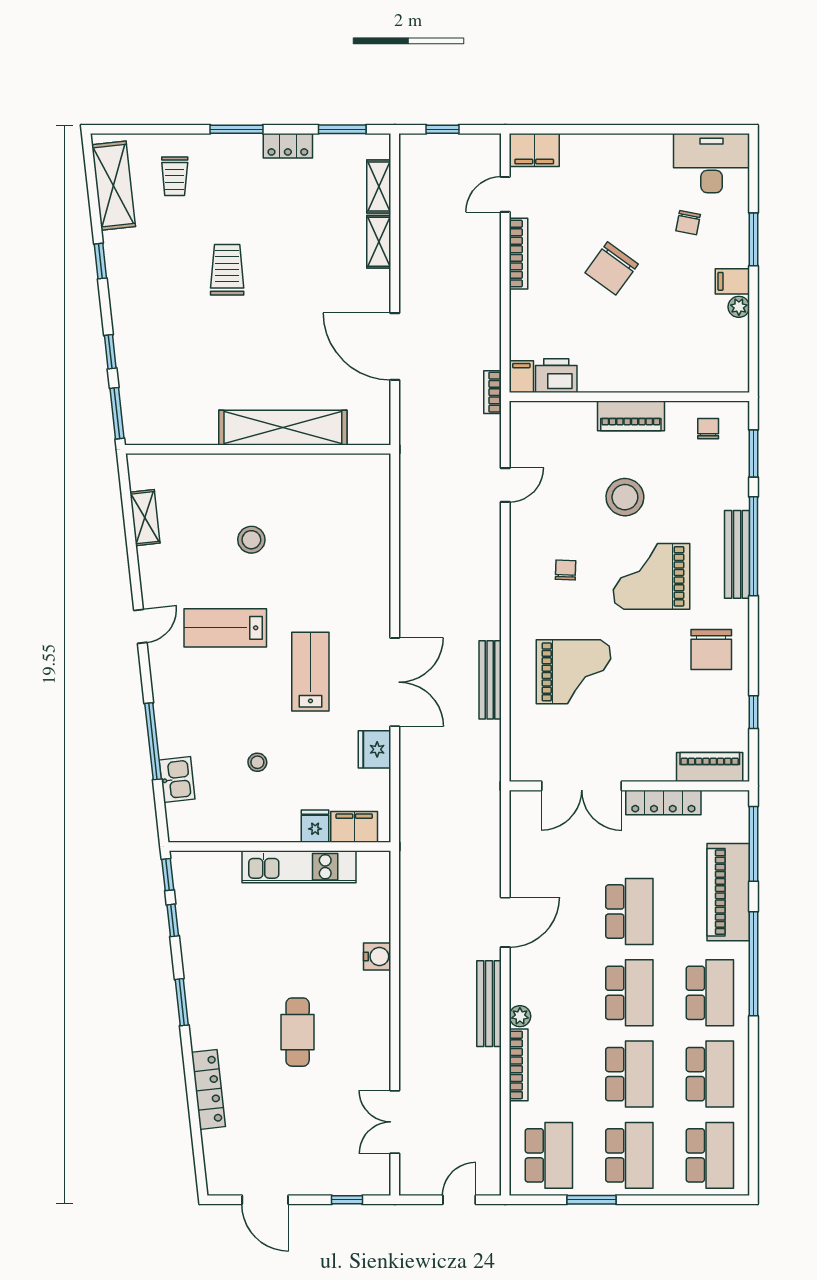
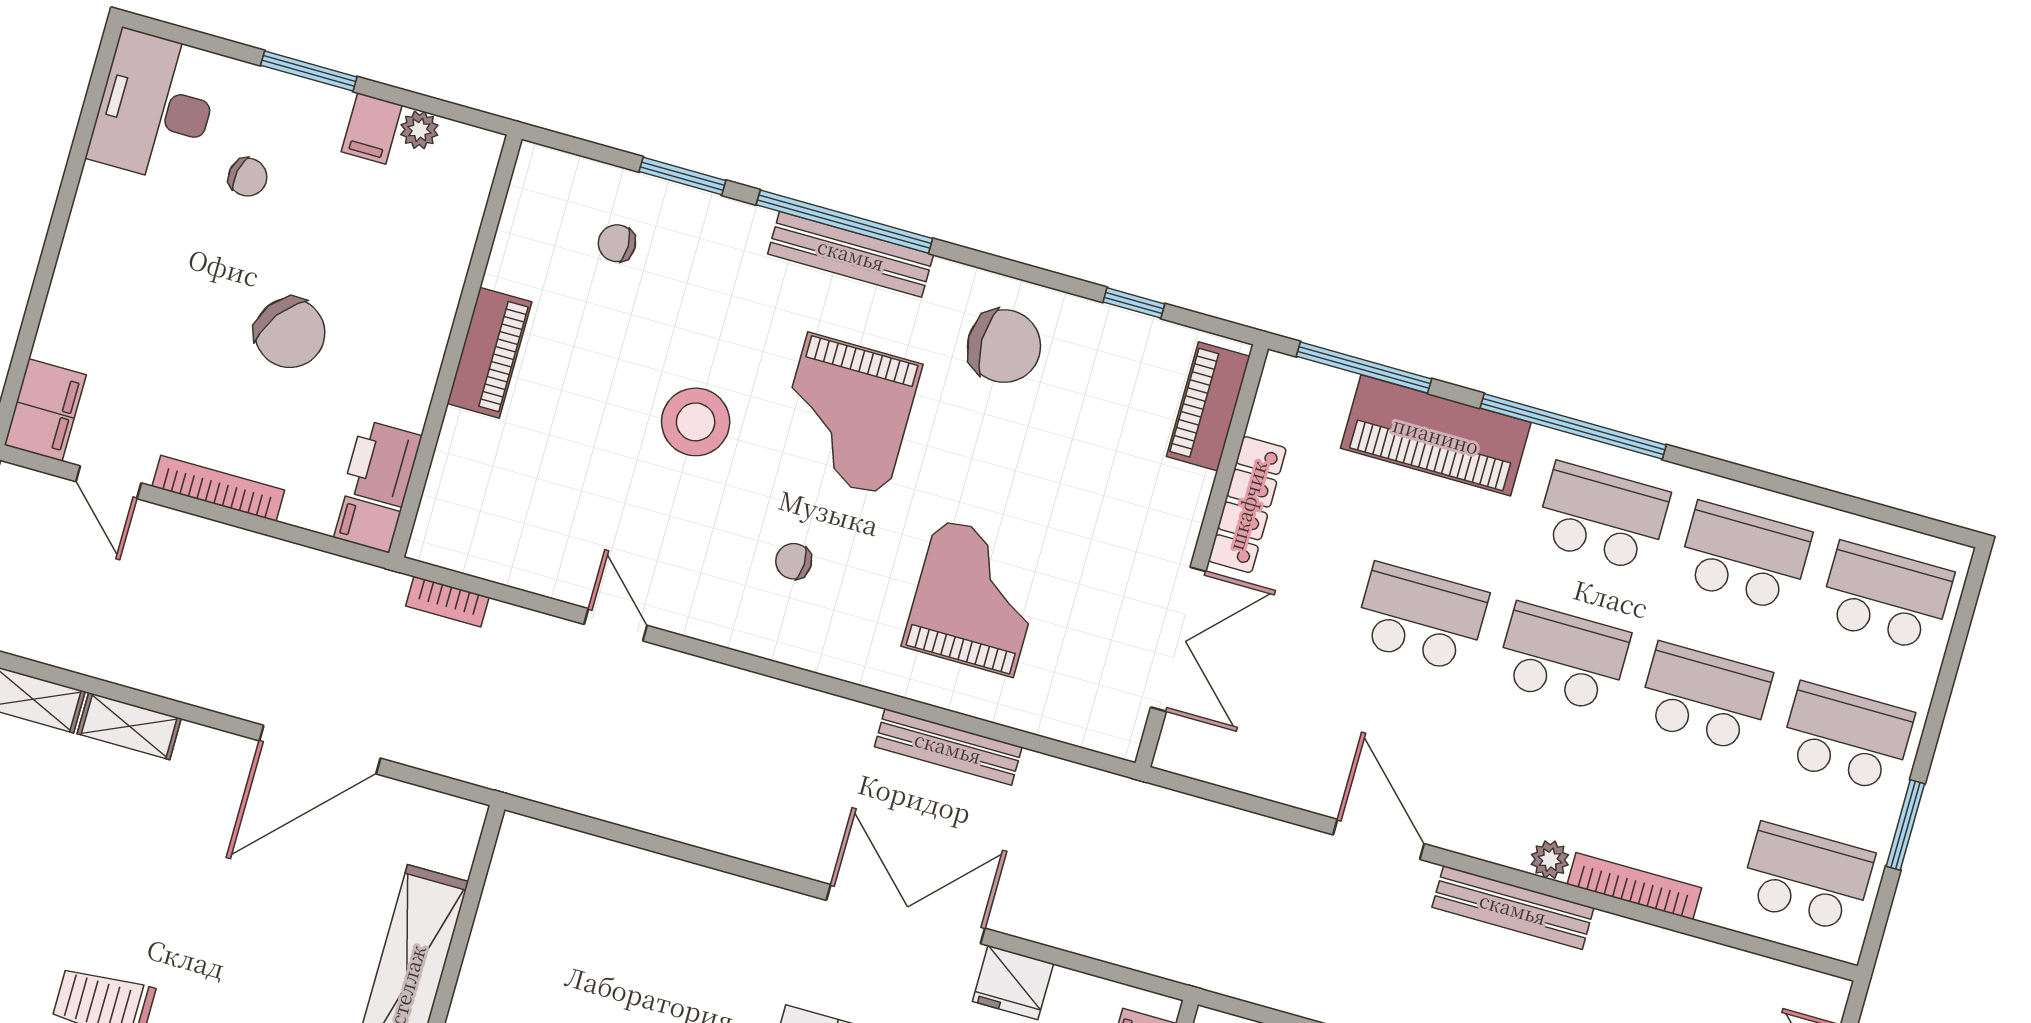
printer: (556, 376) -> (382, 463), moved
filing cabinet: (521, 377) -> (367, 525), moved
wall: (629, 397) -> (455, 346), moved
piano: (631, 416) -> (489, 353), moved

